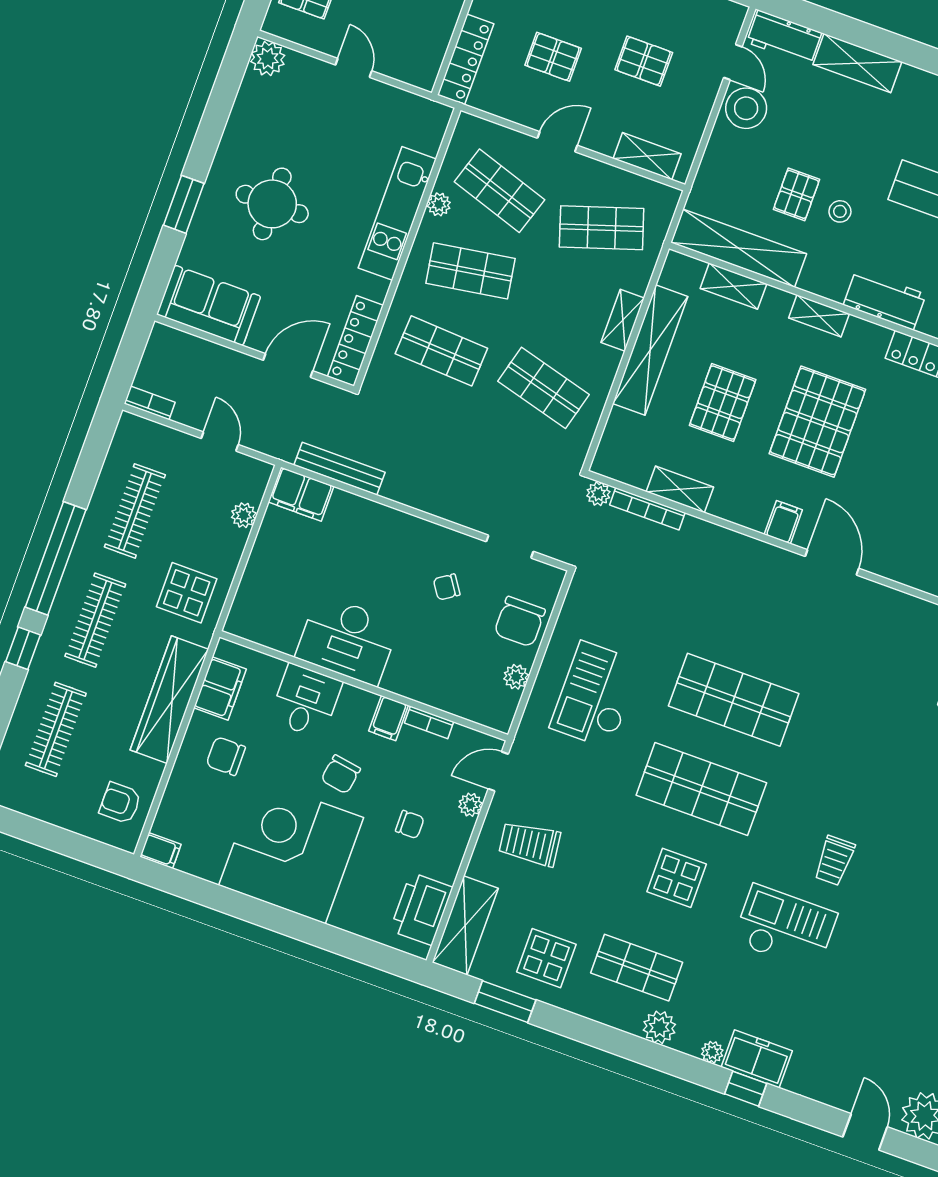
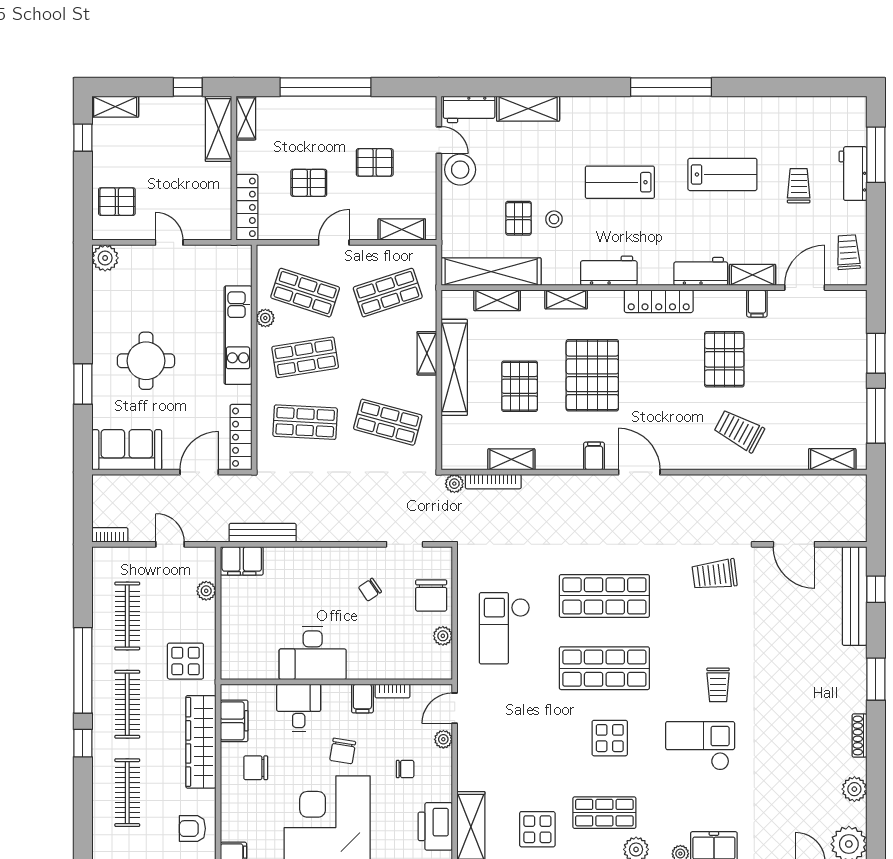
trolley: (530, 844) -> (715, 575), moved

